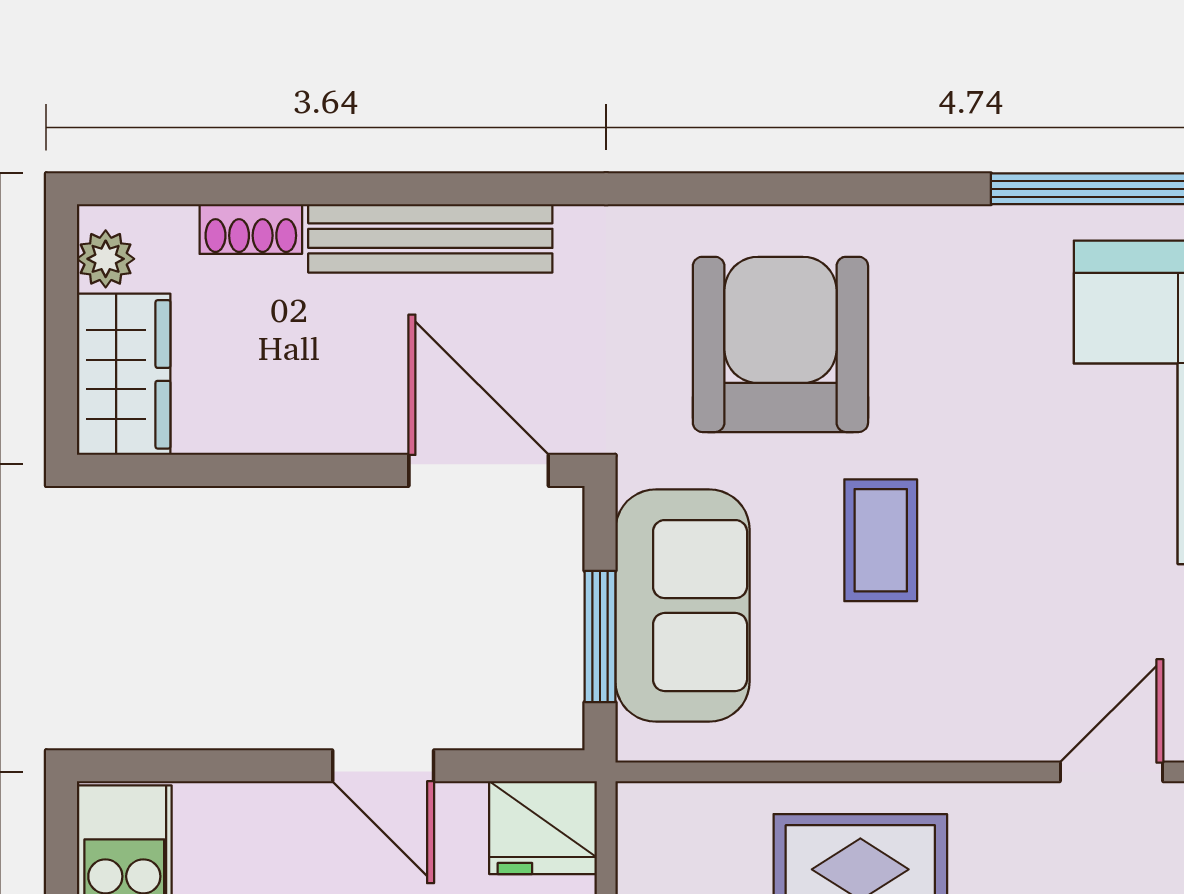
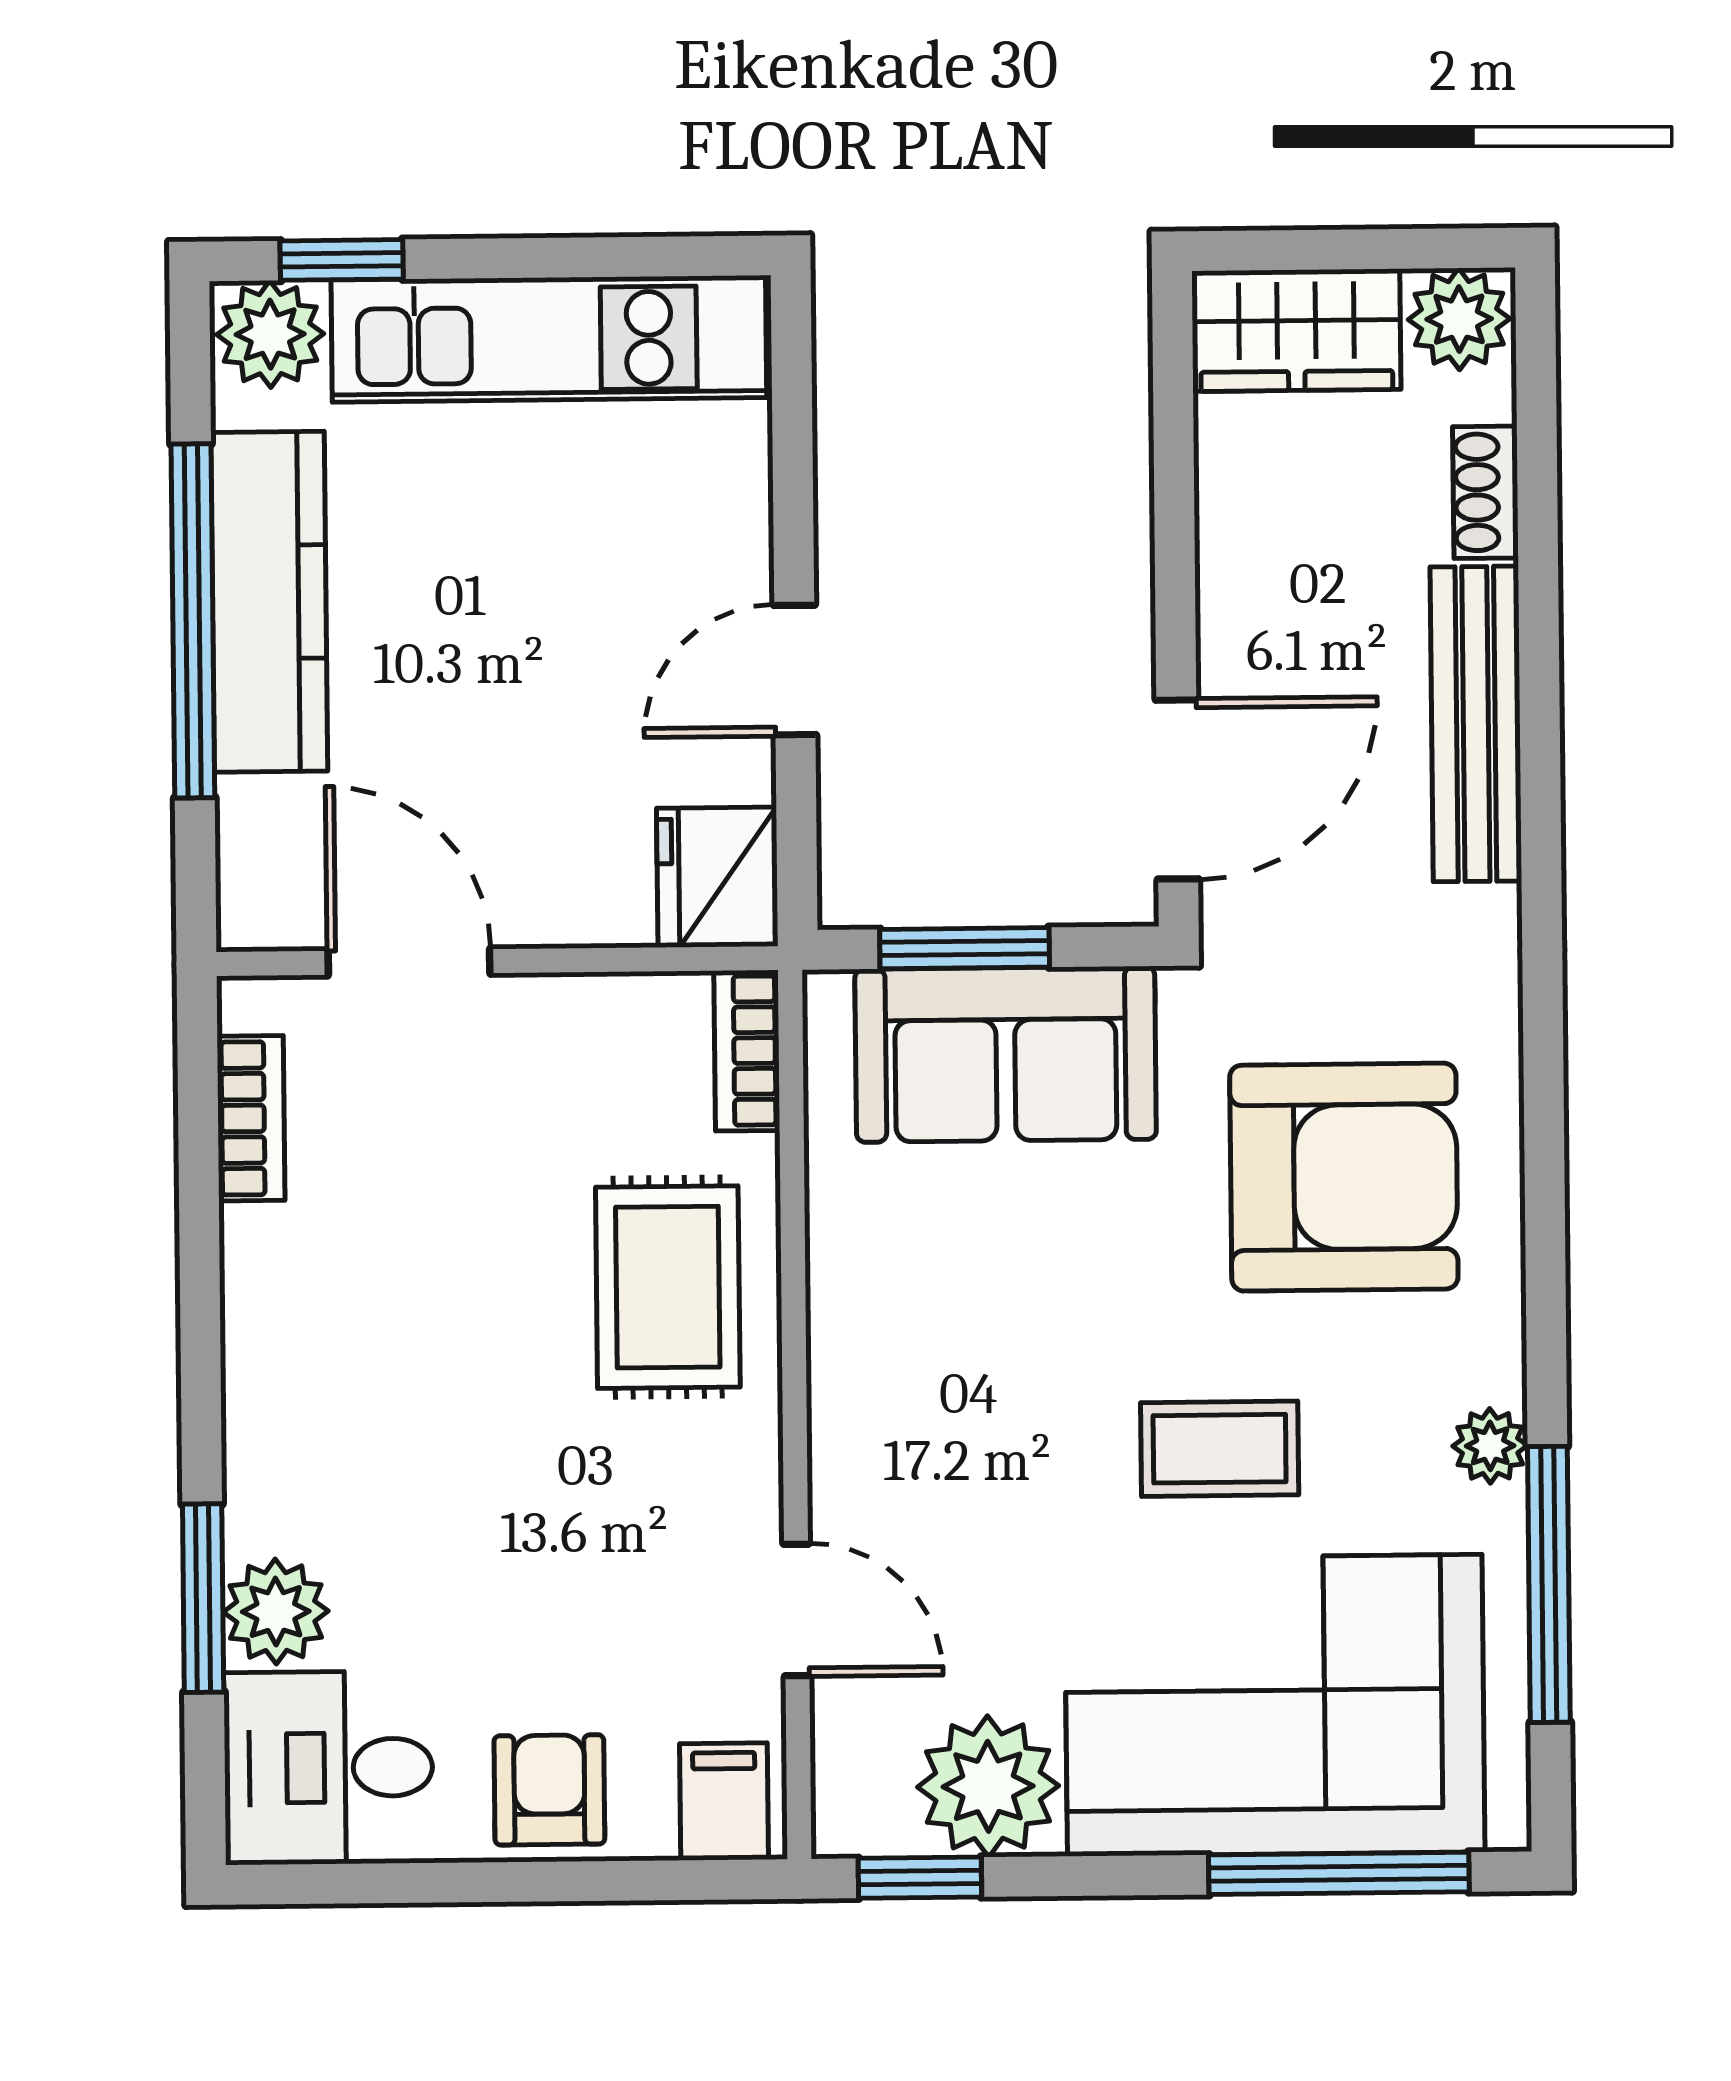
plant: (990, 233) -> (1490, 1446), added
plant: (106, 259) -> (1459, 319), width x1.38, depth x1.38
coffee table: (881, 540) -> (1220, 1449), moved
bookcase: (678, 806) -> (747, 1051), added

